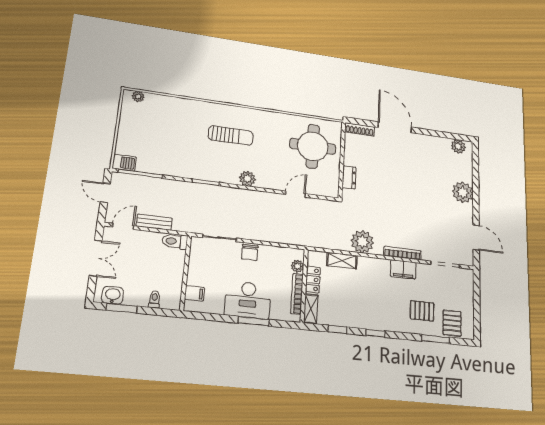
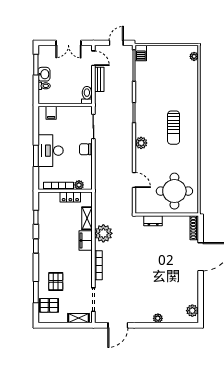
plant: (463, 192) -> (158, 318), width x0.53, depth x0.53
filing cabinet: (403, 269) -> (86, 240), moved
washbasin: (113, 295) -> (44, 74), moved
shelving: (311, 309) -> (78, 318), moved

